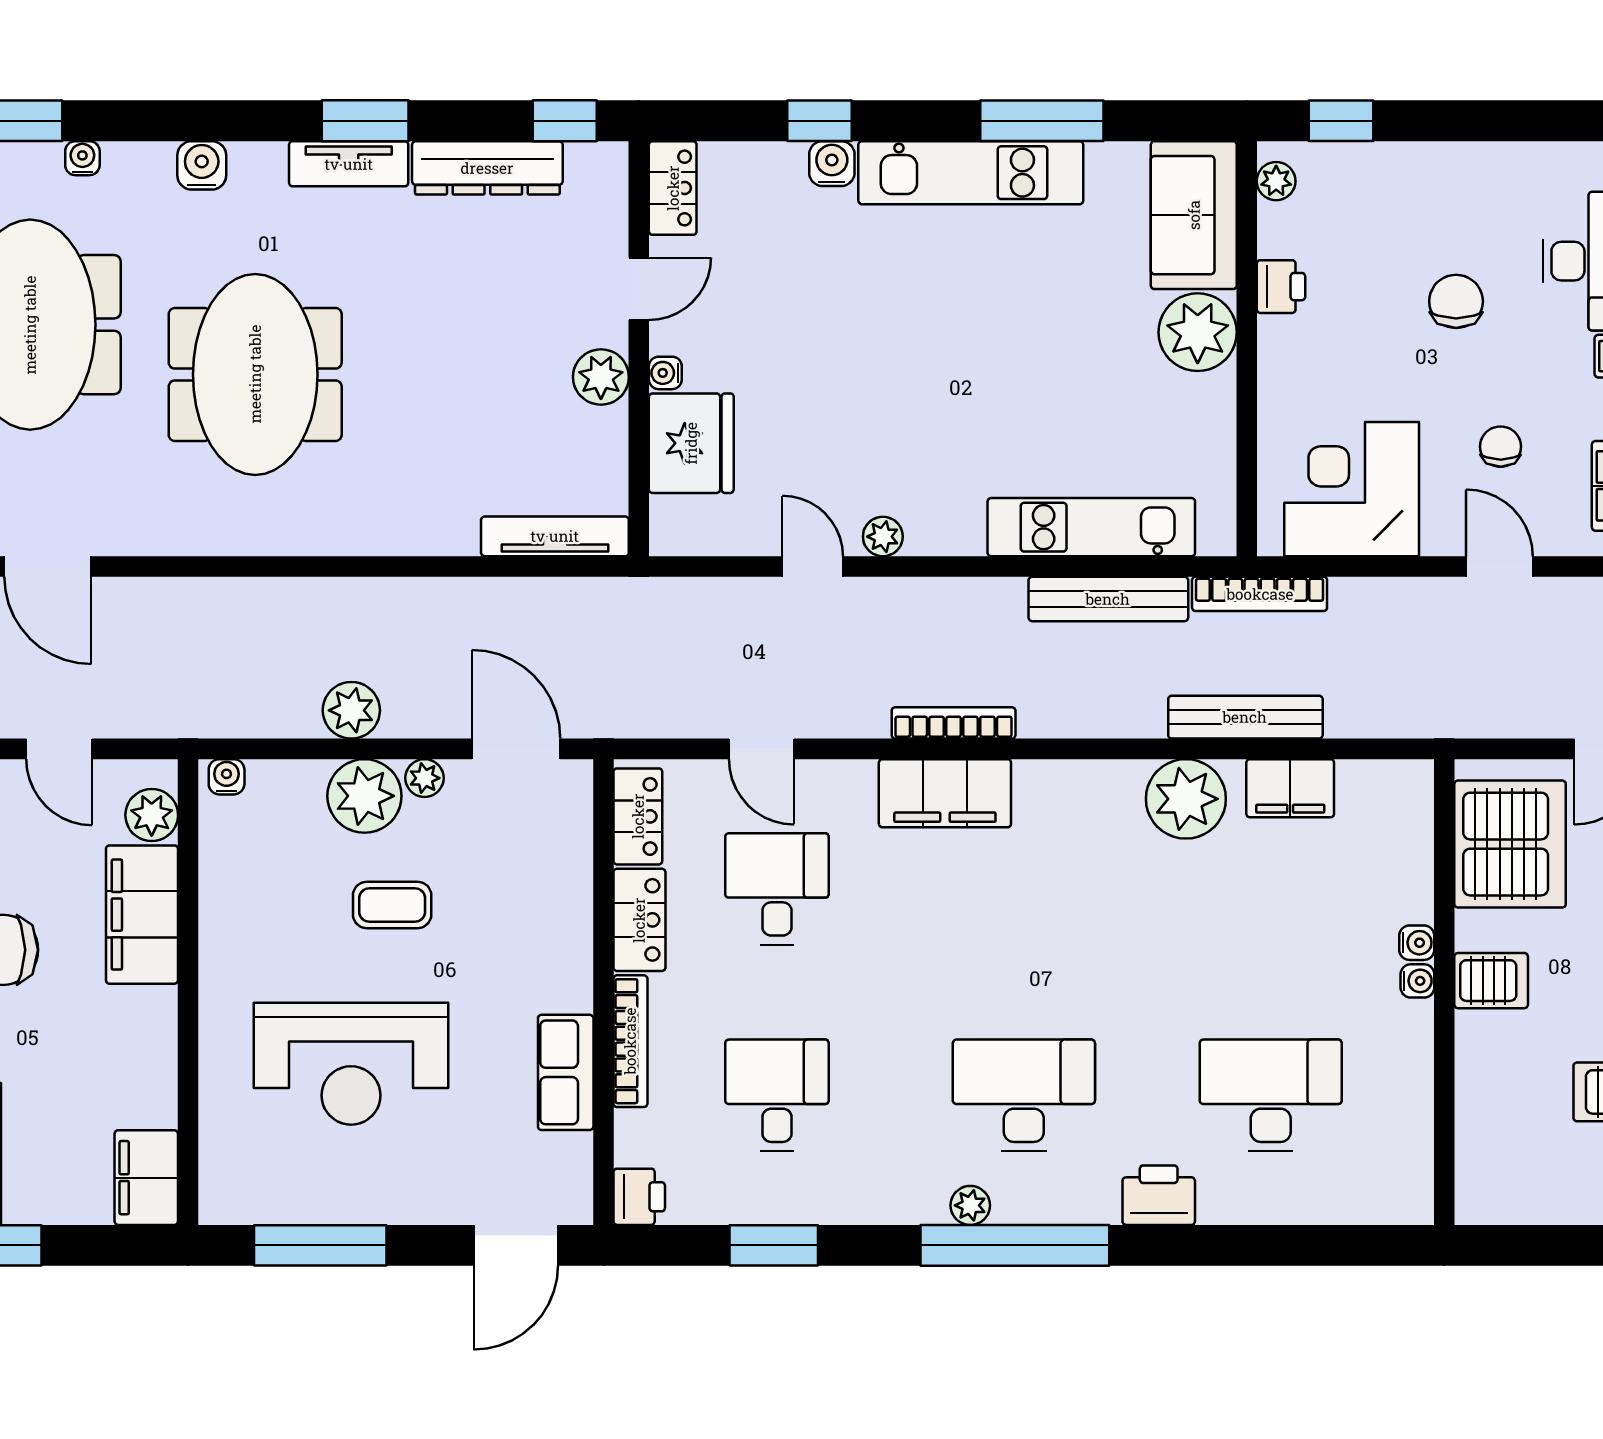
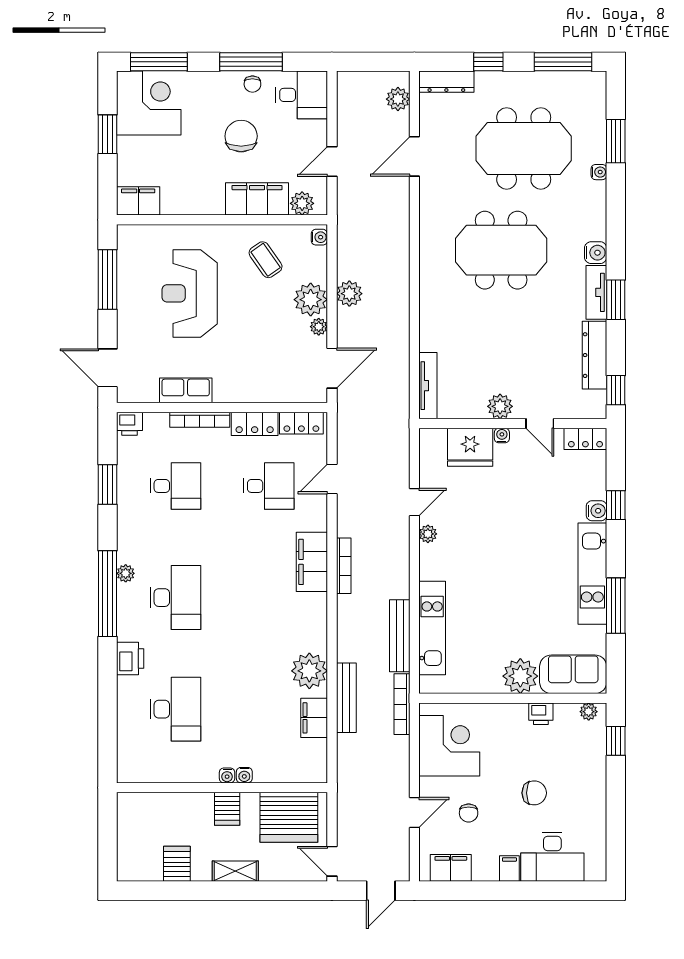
water cooler: (202, 165) -> (596, 253), moved
chair: (1501, 447) -> (469, 813), turned 90
coffee table: (392, 905) -> (266, 260), moved, turned -35

